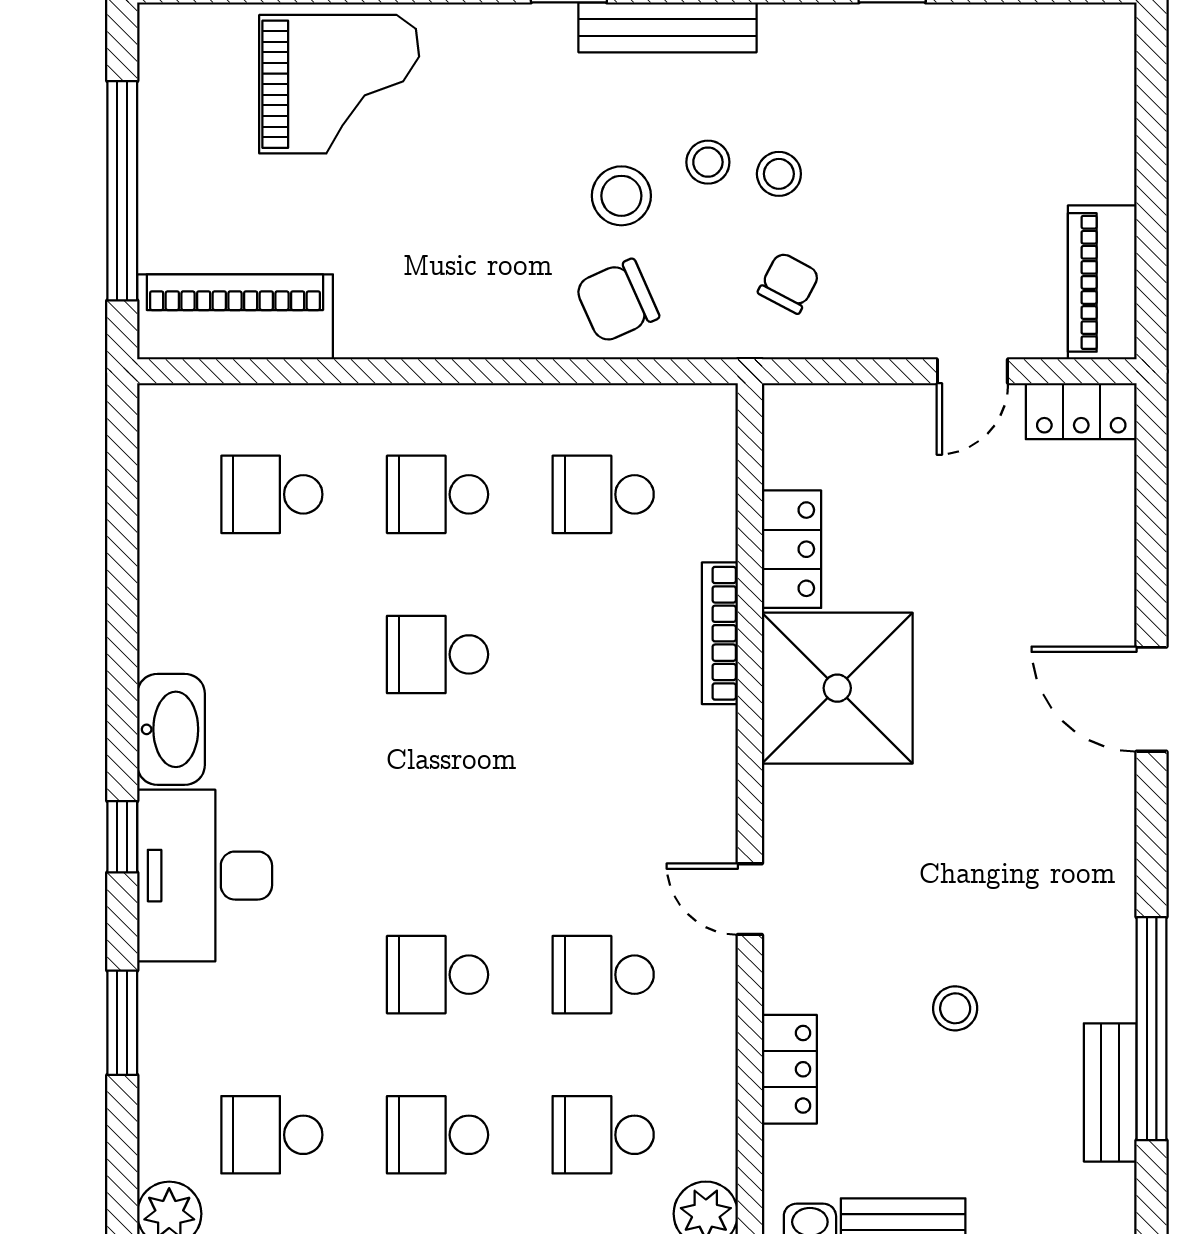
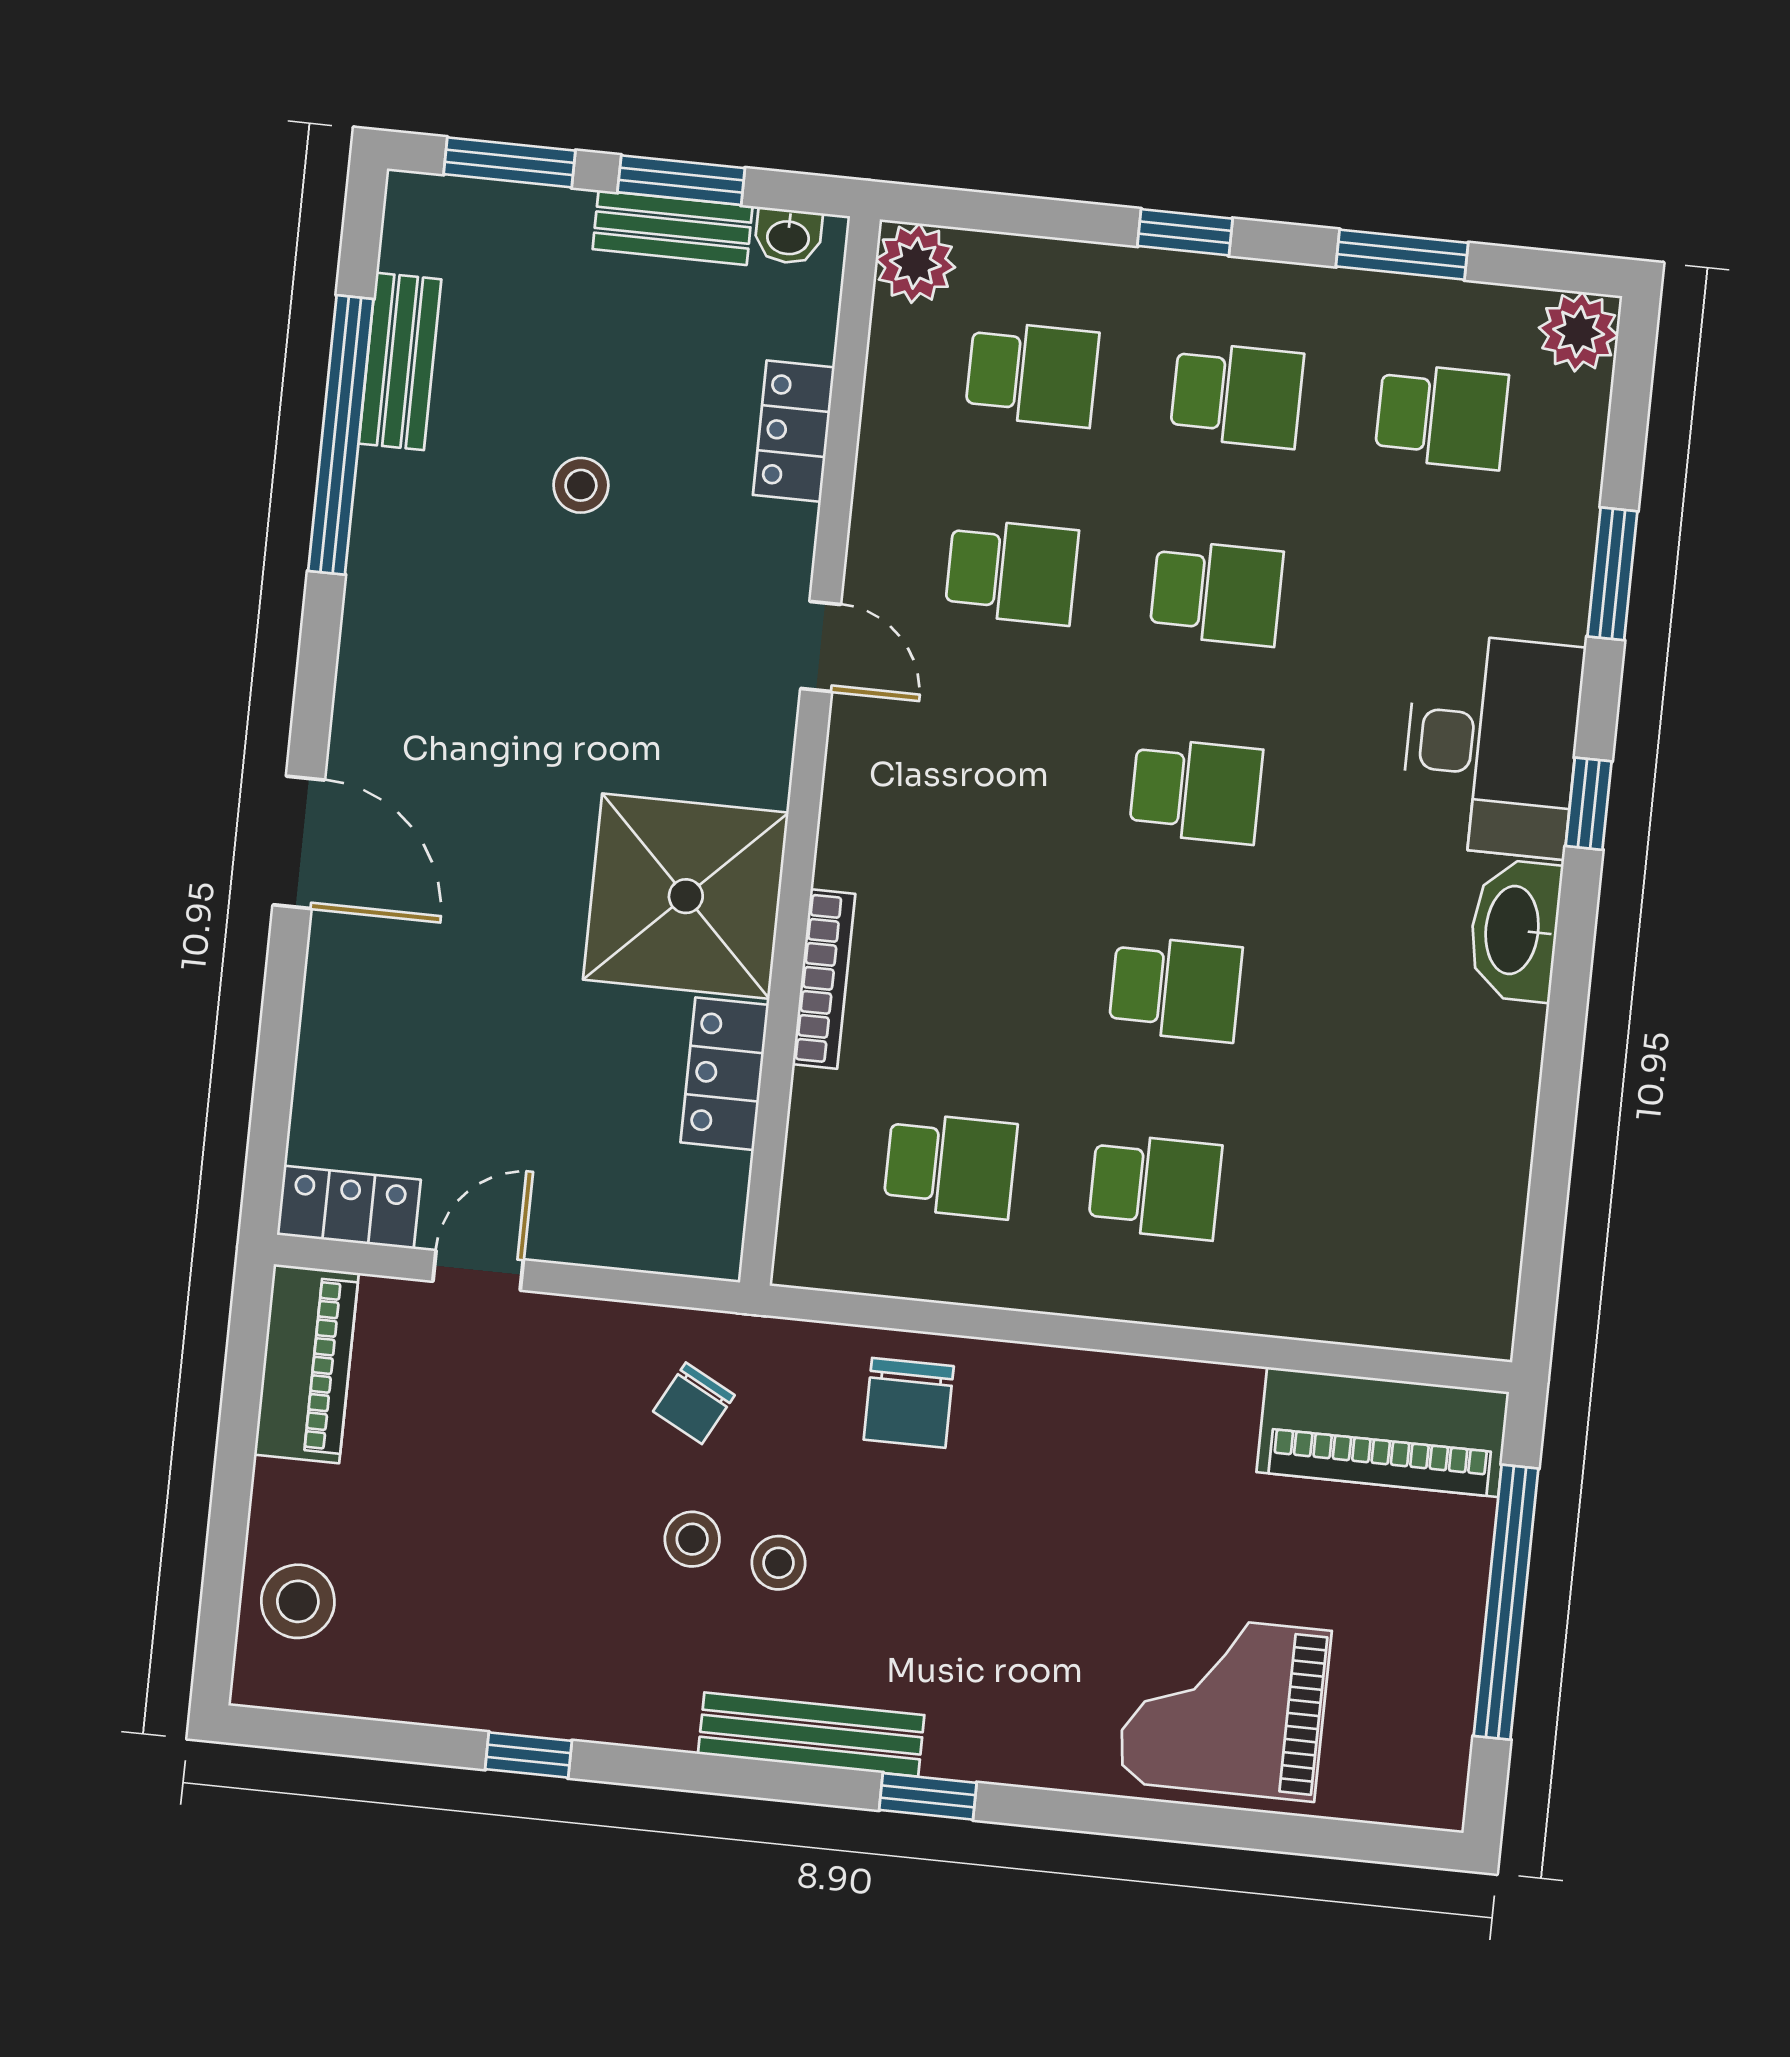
stool: (621, 196) -> (298, 1601), moved
chair: (617, 301) -> (909, 1403), turned 114
school desk: (272, 494) -> (1196, 791), moved

